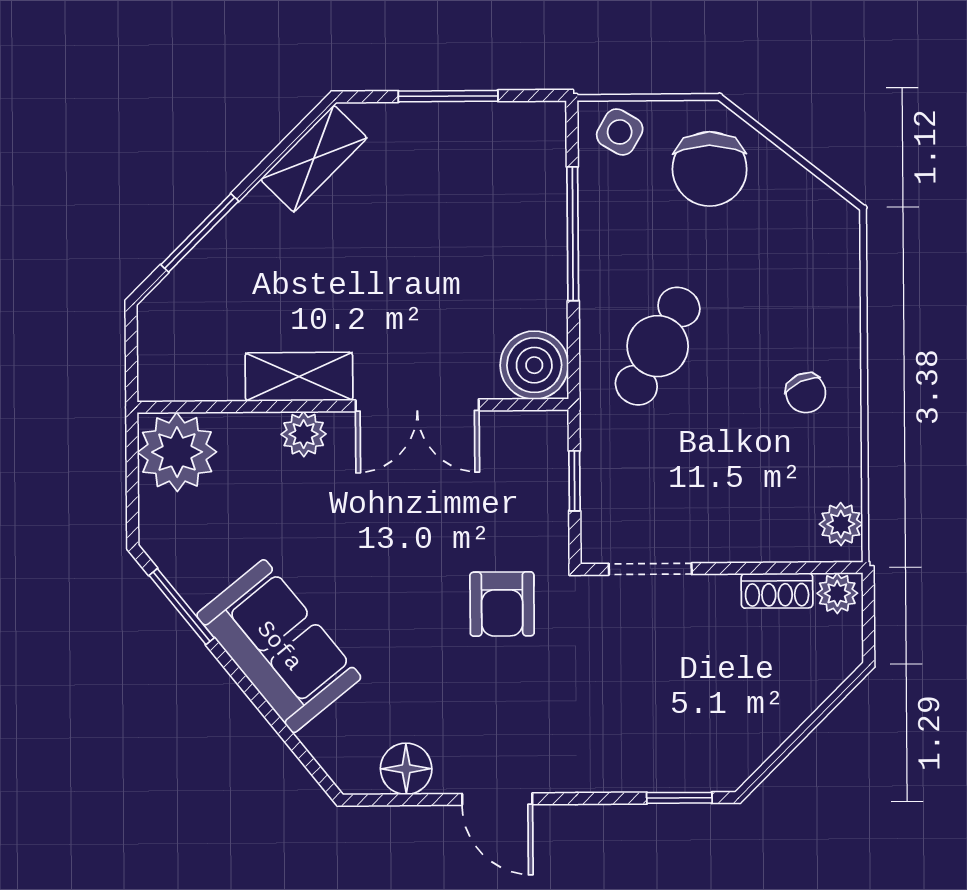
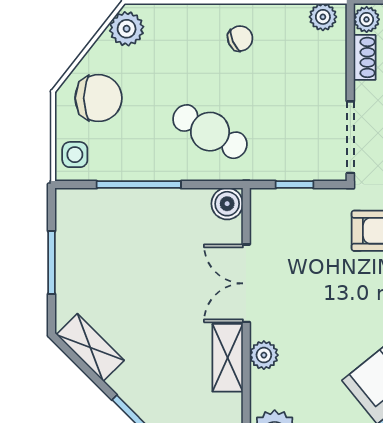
side table: (620, 132) -> (75, 155), turned -30
plant: (820, 213) -> (127, 29), added
boiler: (534, 365) -> (227, 204), width x0.73, depth x0.73
double door: (417, 405) -> (246, 283), swing flipped
doorway: (650, 569) -> (350, 137), width x1.38

